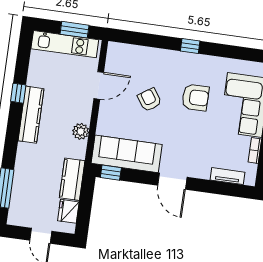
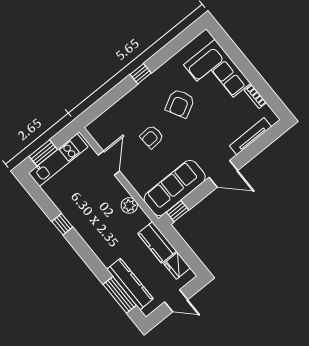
window: (74, 30) -> (43, 153), moved
armchair: (195, 97) -> (180, 103), turned 152
armchair: (150, 100) -> (152, 137), turned -60
kitchen counter: (31, 115) -> (130, 284), moved
tv unit: (227, 176) -> (250, 136), width x1.41

